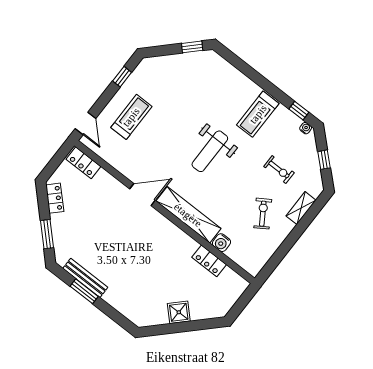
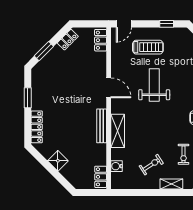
weight bench: (210, 151) -> (154, 85), moved, turned 90
shelving: (188, 215) -> (118, 131), width x0.68
water cooler: (221, 243) -> (116, 166), moved
locker: (209, 261) -> (101, 177), moved
bench: (85, 278) -> (102, 126), moved
locker: (124, 306) -> (37, 127), added

